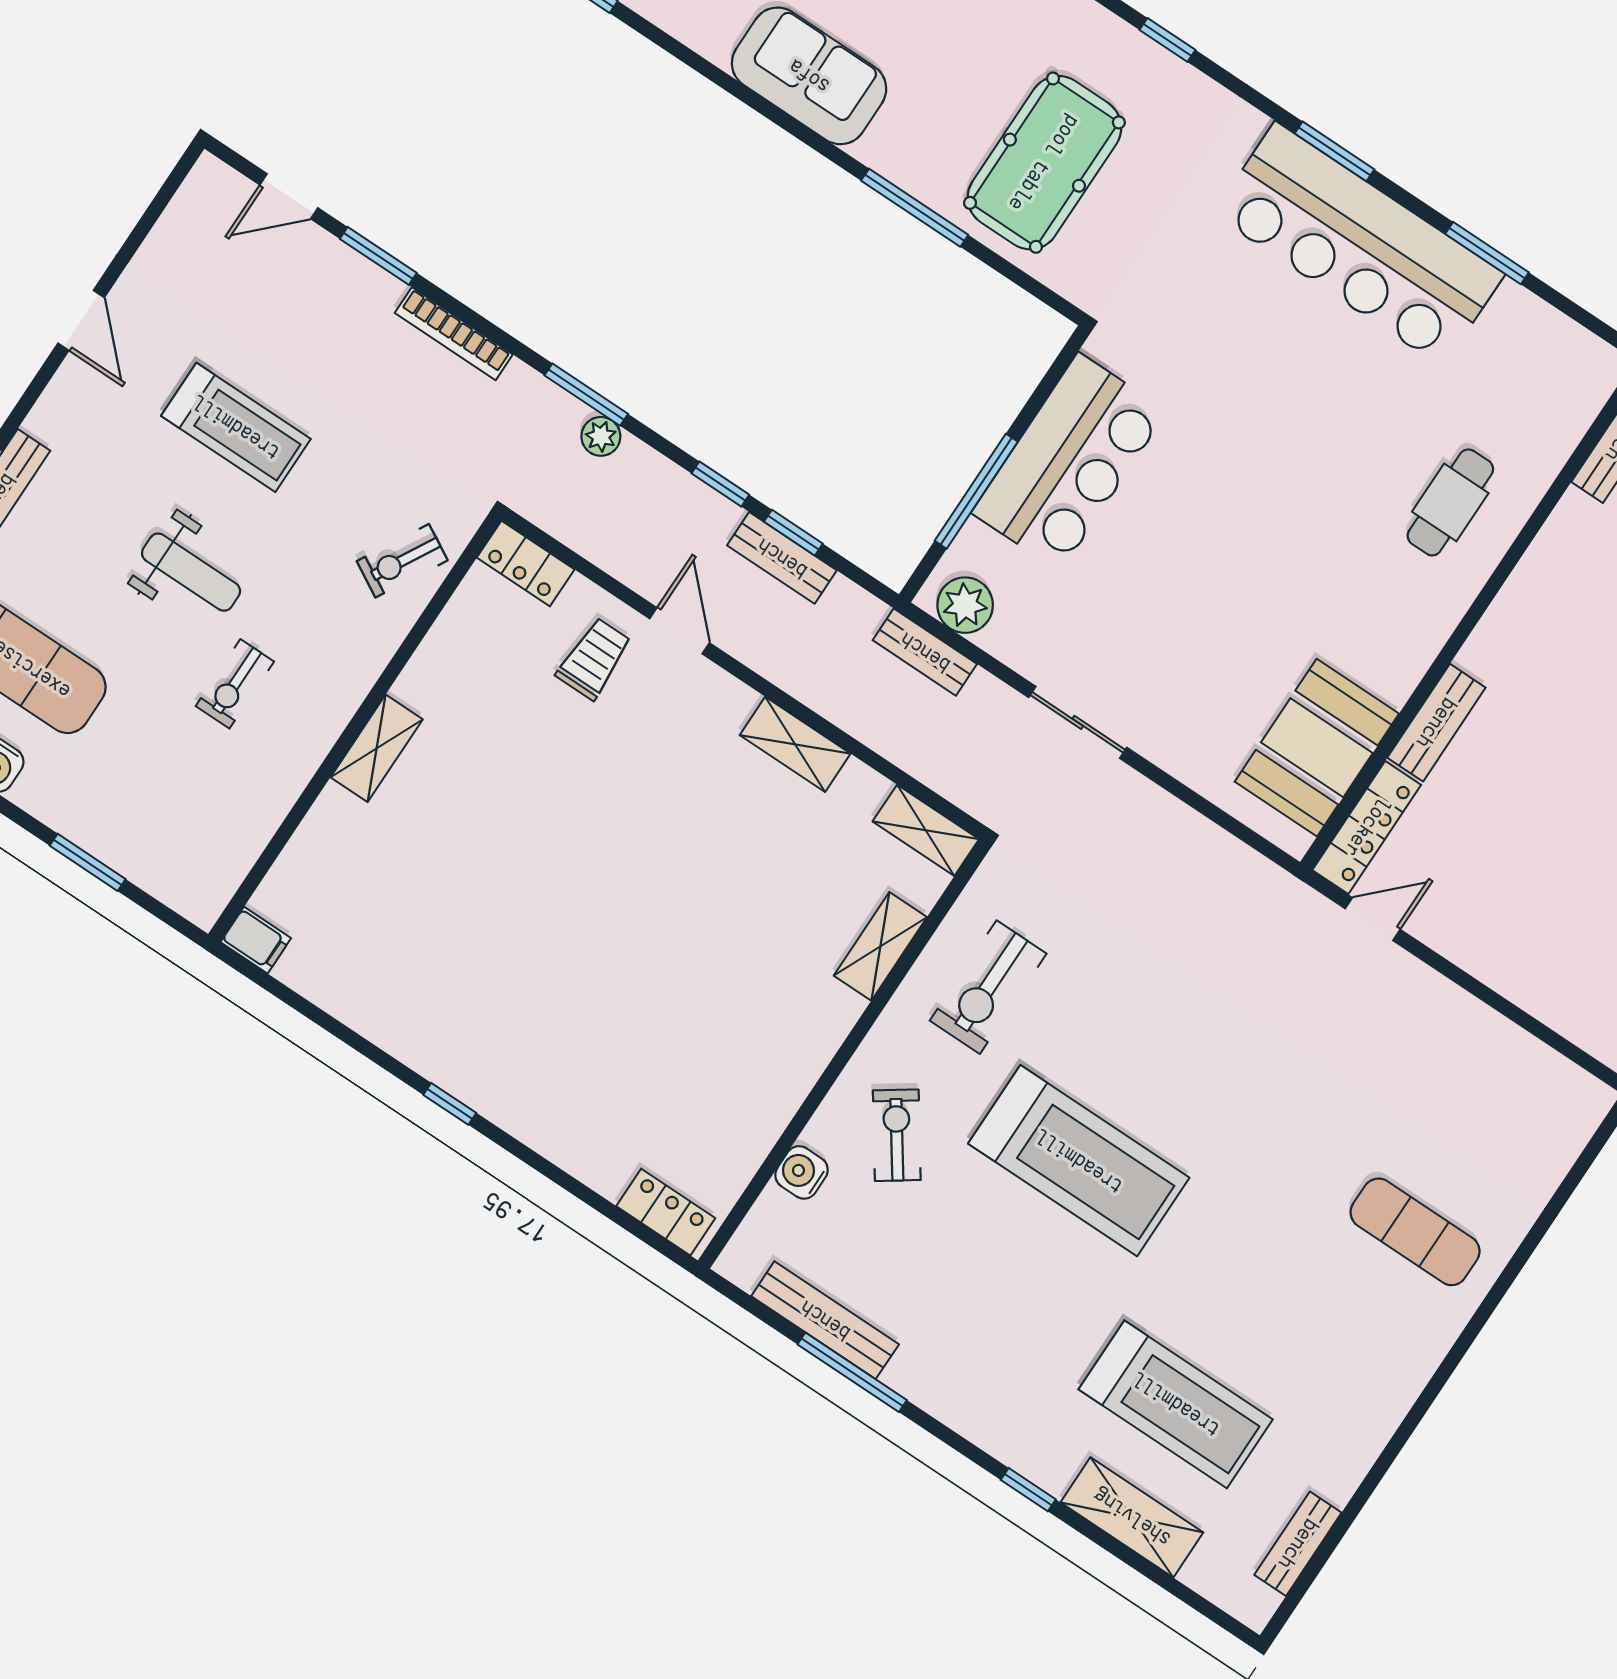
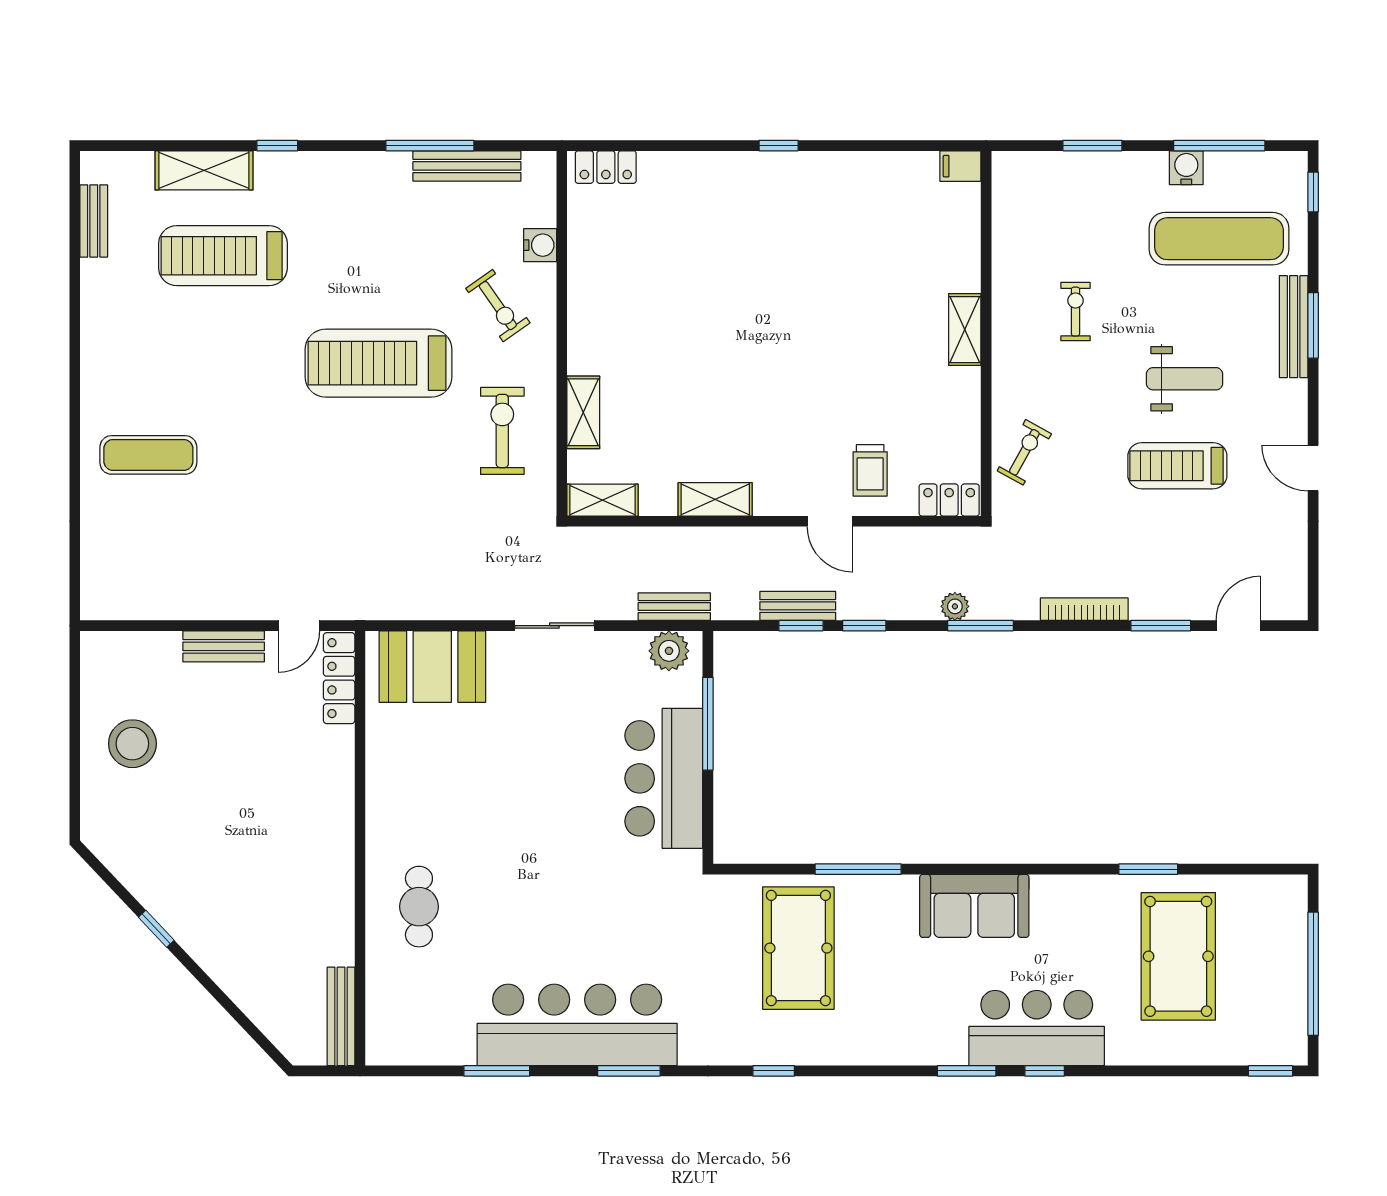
weight bench: (191, 572) -> (1185, 379), moved, turned 180
bench: (1436, 723) -> (224, 646), moved, turned 90
booth: (1317, 748) -> (432, 667), moved, turned 90

